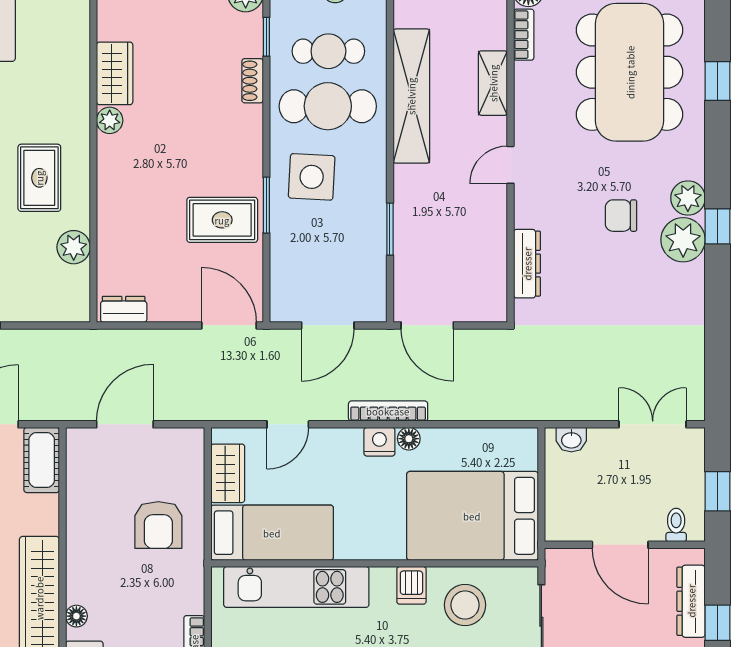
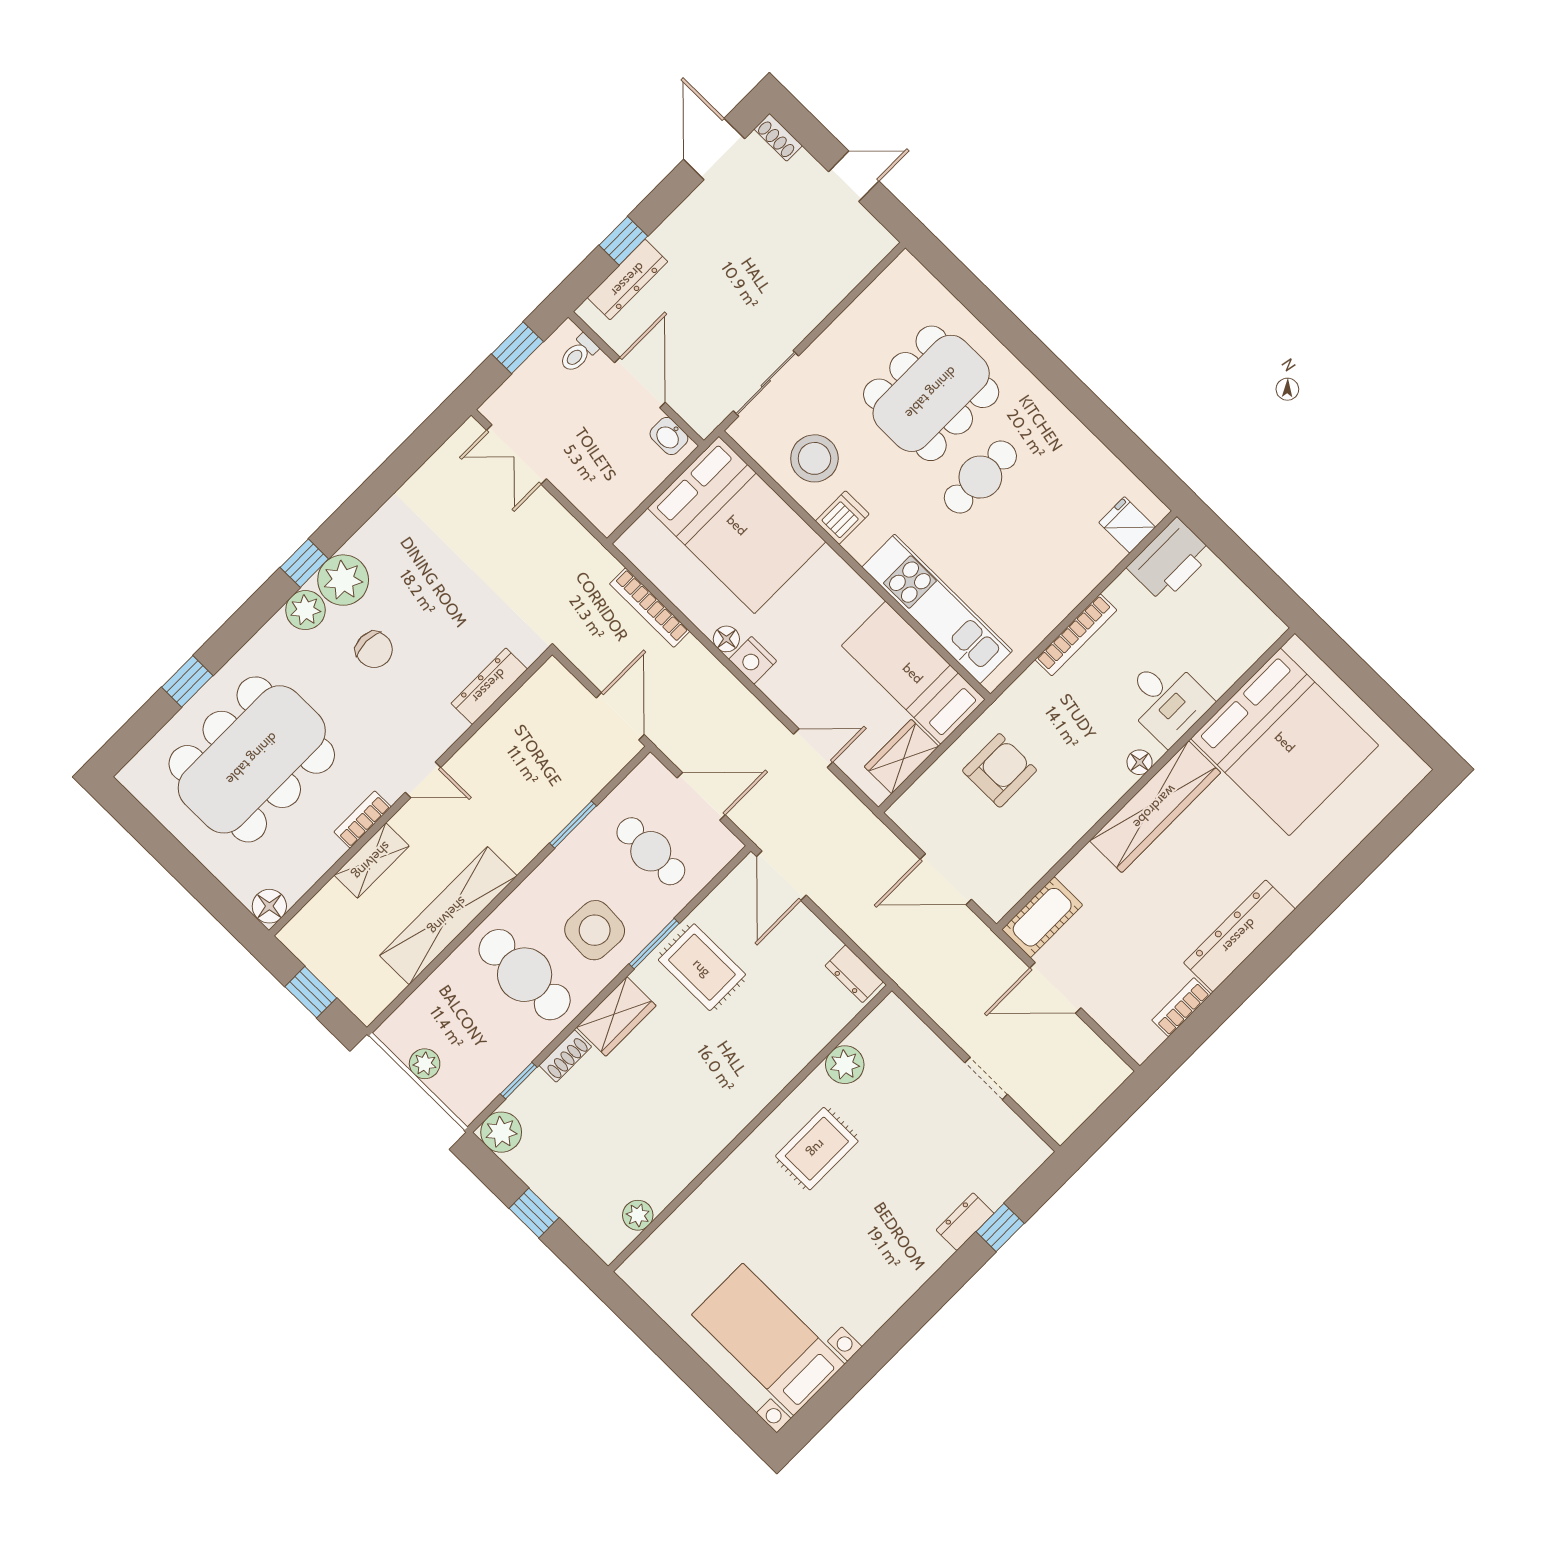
bookcase: (524, 35) -> (363, 820), moved
cafe table: (328, 51) -> (651, 851), moved
wardrobe: (115, 73) -> (616, 1016), moved, turned 180
plant: (110, 120) -> (638, 1215), moved
bookcase: (388, 411) -> (650, 608), moved
washbasin: (571, 440) -> (669, 436), moved, turned 180

